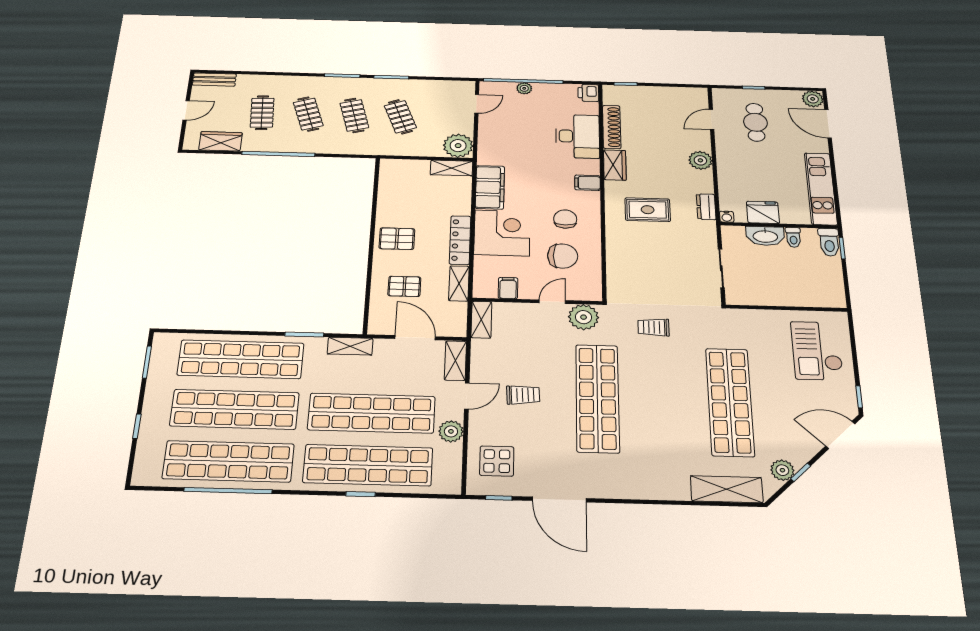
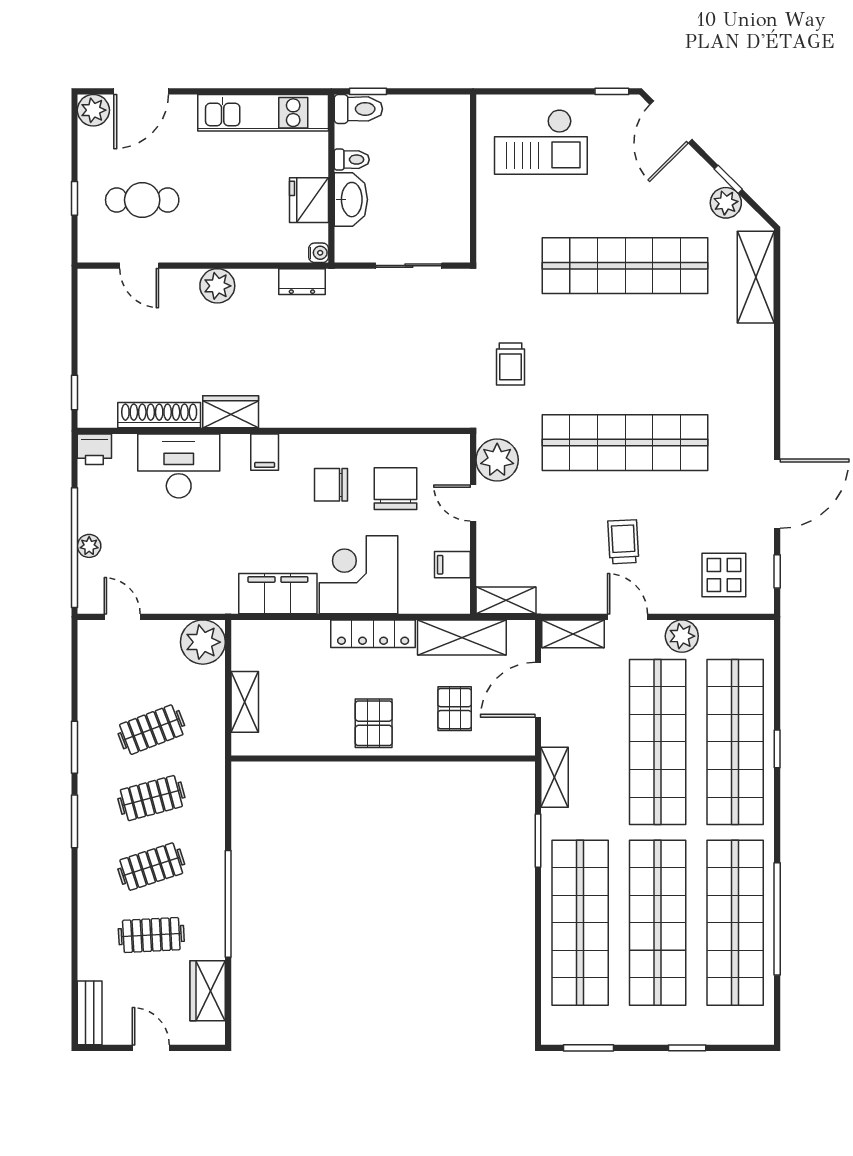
shelving: (452, 168) -> (245, 702), moved
rug: (648, 210) -> (310, 366), removed
shelving: (459, 283) -> (462, 637), width x1.50, depth x1.33

